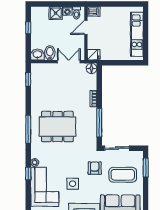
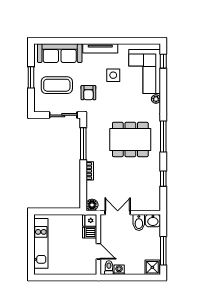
dishwasher: (94, 12) -> (90, 233), moved
shower: (56, 13) -> (152, 267), moved
door: (86, 27) -> (98, 251), hinge flipped
window: (28, 28) -> (163, 251), width x2.17
double door: (69, 62) -> (118, 213), swing flipped
window: (28, 79) -> (163, 179), moved
window: (146, 168) -> (31, 77), moved
window: (28, 174) -> (163, 61), moved

